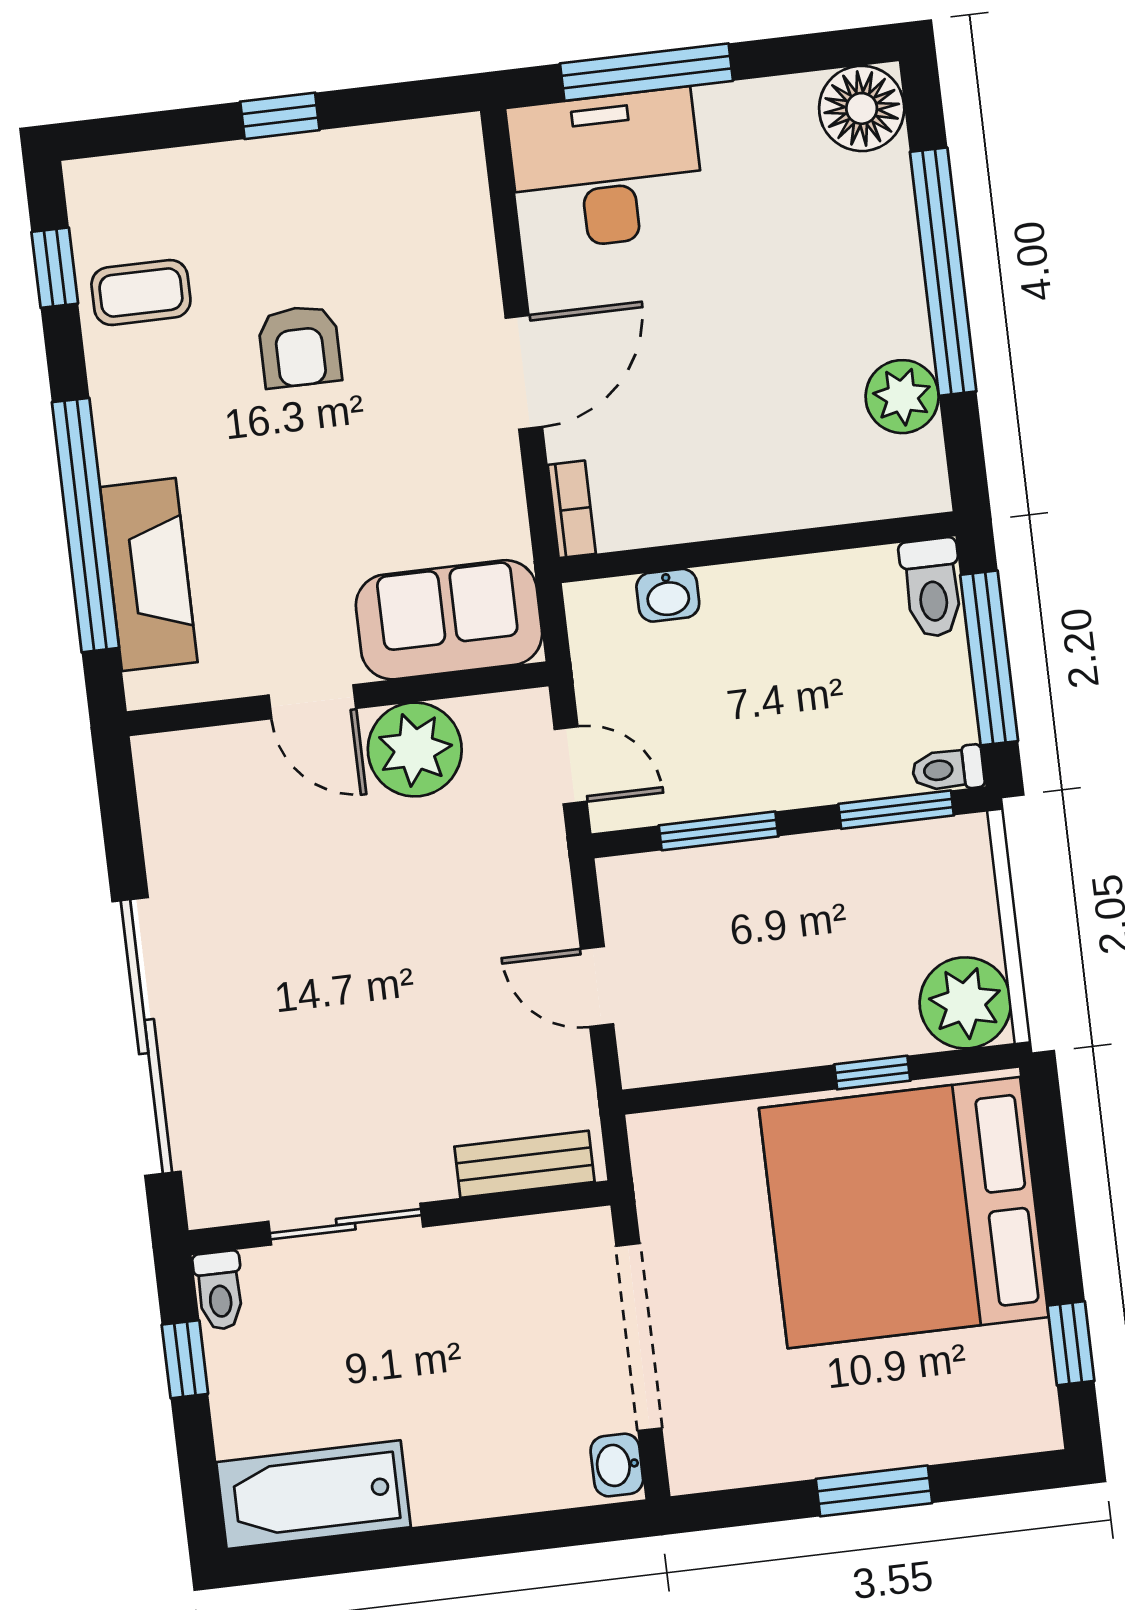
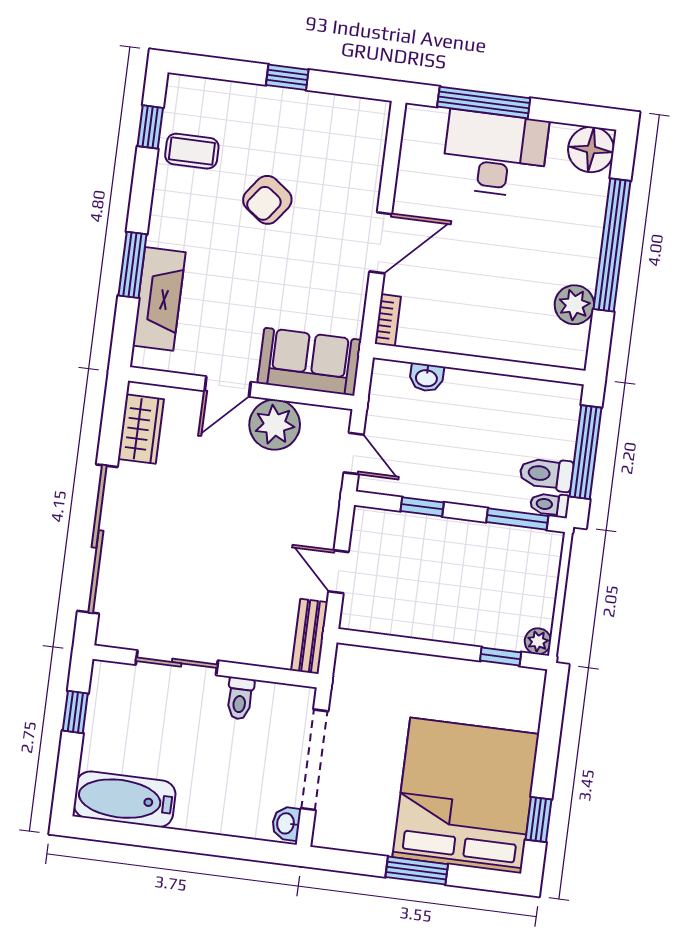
desk: (606, 170) -> (495, 154), moved
armchair: (300, 346) -> (267, 200), turned 37
window: (85, 525) -> (133, 265), width x0.47
toilet: (932, 588) -> (546, 474), moved, turned 90
door: (312, 702) -> (228, 386), hinge flipped
wardrobe: (175, 818) -> (141, 429), added
window: (719, 831) -> (422, 507), width x0.67
plant: (965, 1003) -> (538, 641), width x0.53, depth x0.53
window: (872, 1073) -> (501, 656), moved
bench: (524, 1164) -> (309, 636), moved, turned 90
bed: (904, 1213) -> (466, 796), moved, turned 90
toilet: (219, 1291) -> (240, 698), moved

